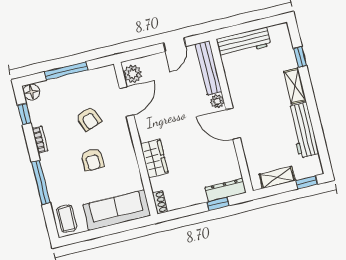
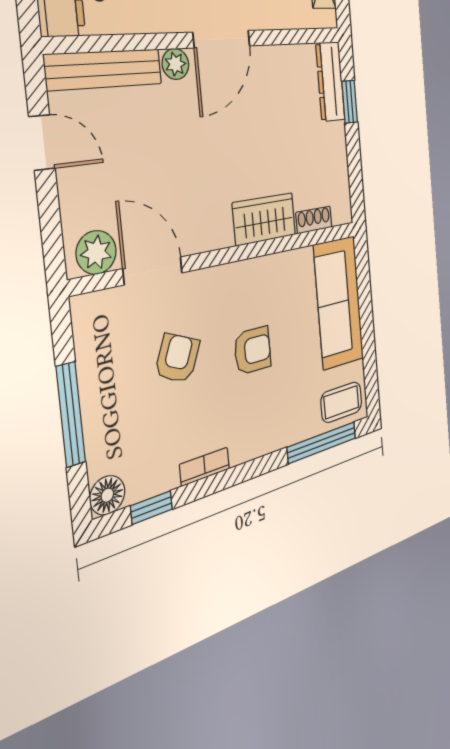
armchair: (89, 119) -> (177, 358), turned -47
window: (41, 183) -> (322, 443), moved
shoe rack: (160, 202) -> (314, 220), moved

